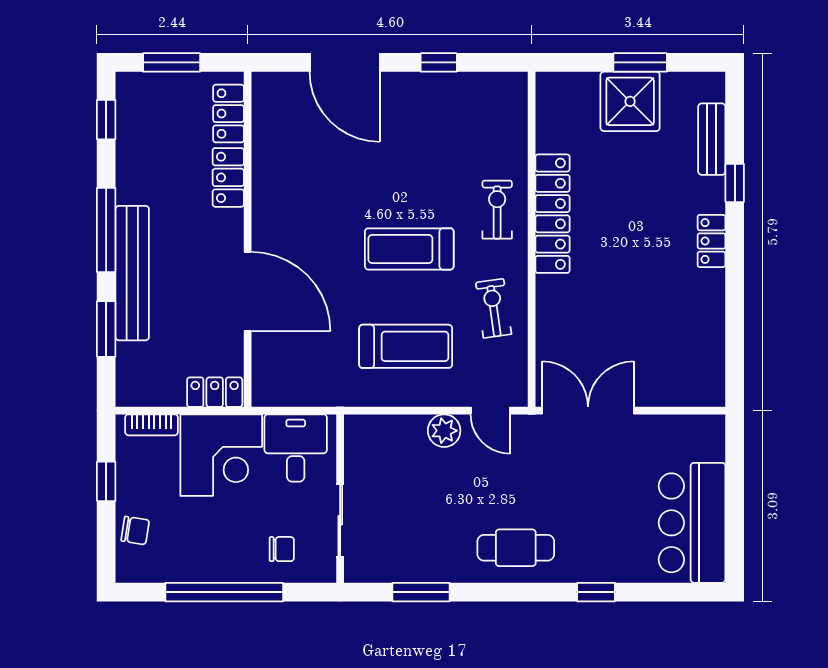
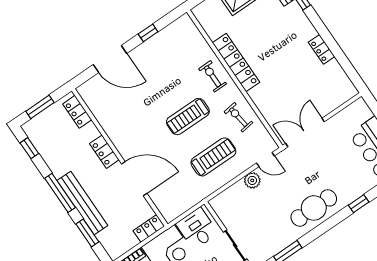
locker: (228, 177) -> (104, 152), moved
locker: (711, 241) -> (322, 49), moved
cafe table: (516, 548) -> (314, 208), width x1.37, depth x1.35

